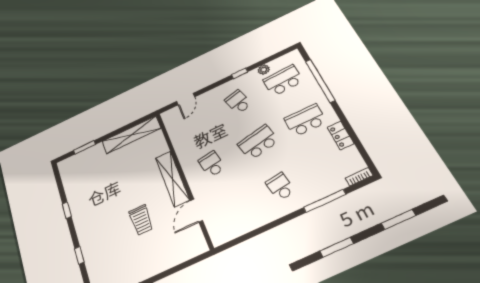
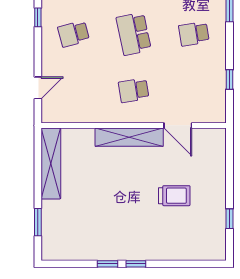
door: (186, 99) -> (38, 88), hinge flipped
trolley: (141, 220) -> (174, 196), moved
window: (254, 233) -> (229, 80), added
window: (79, 255) -> (136, 264), moved

